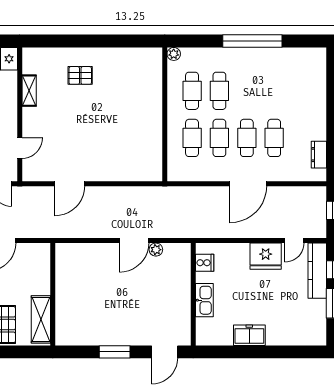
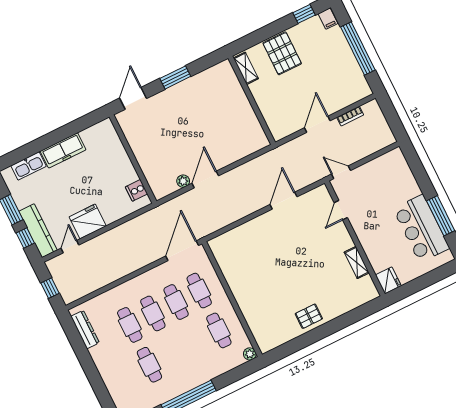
pallet: (80, 75) -> (309, 316), moved
cafe table: (219, 91) -> (149, 365), moved
dresser: (319, 155) -> (85, 330), width x1.44
door: (248, 184) -> (182, 251), moved
kitchen sink: (204, 300) -> (29, 166), moved, turned -90
shelving: (41, 319) -> (246, 68), width x0.67, depth x0.75
freezer: (249, 335) -> (63, 150), width x1.40

